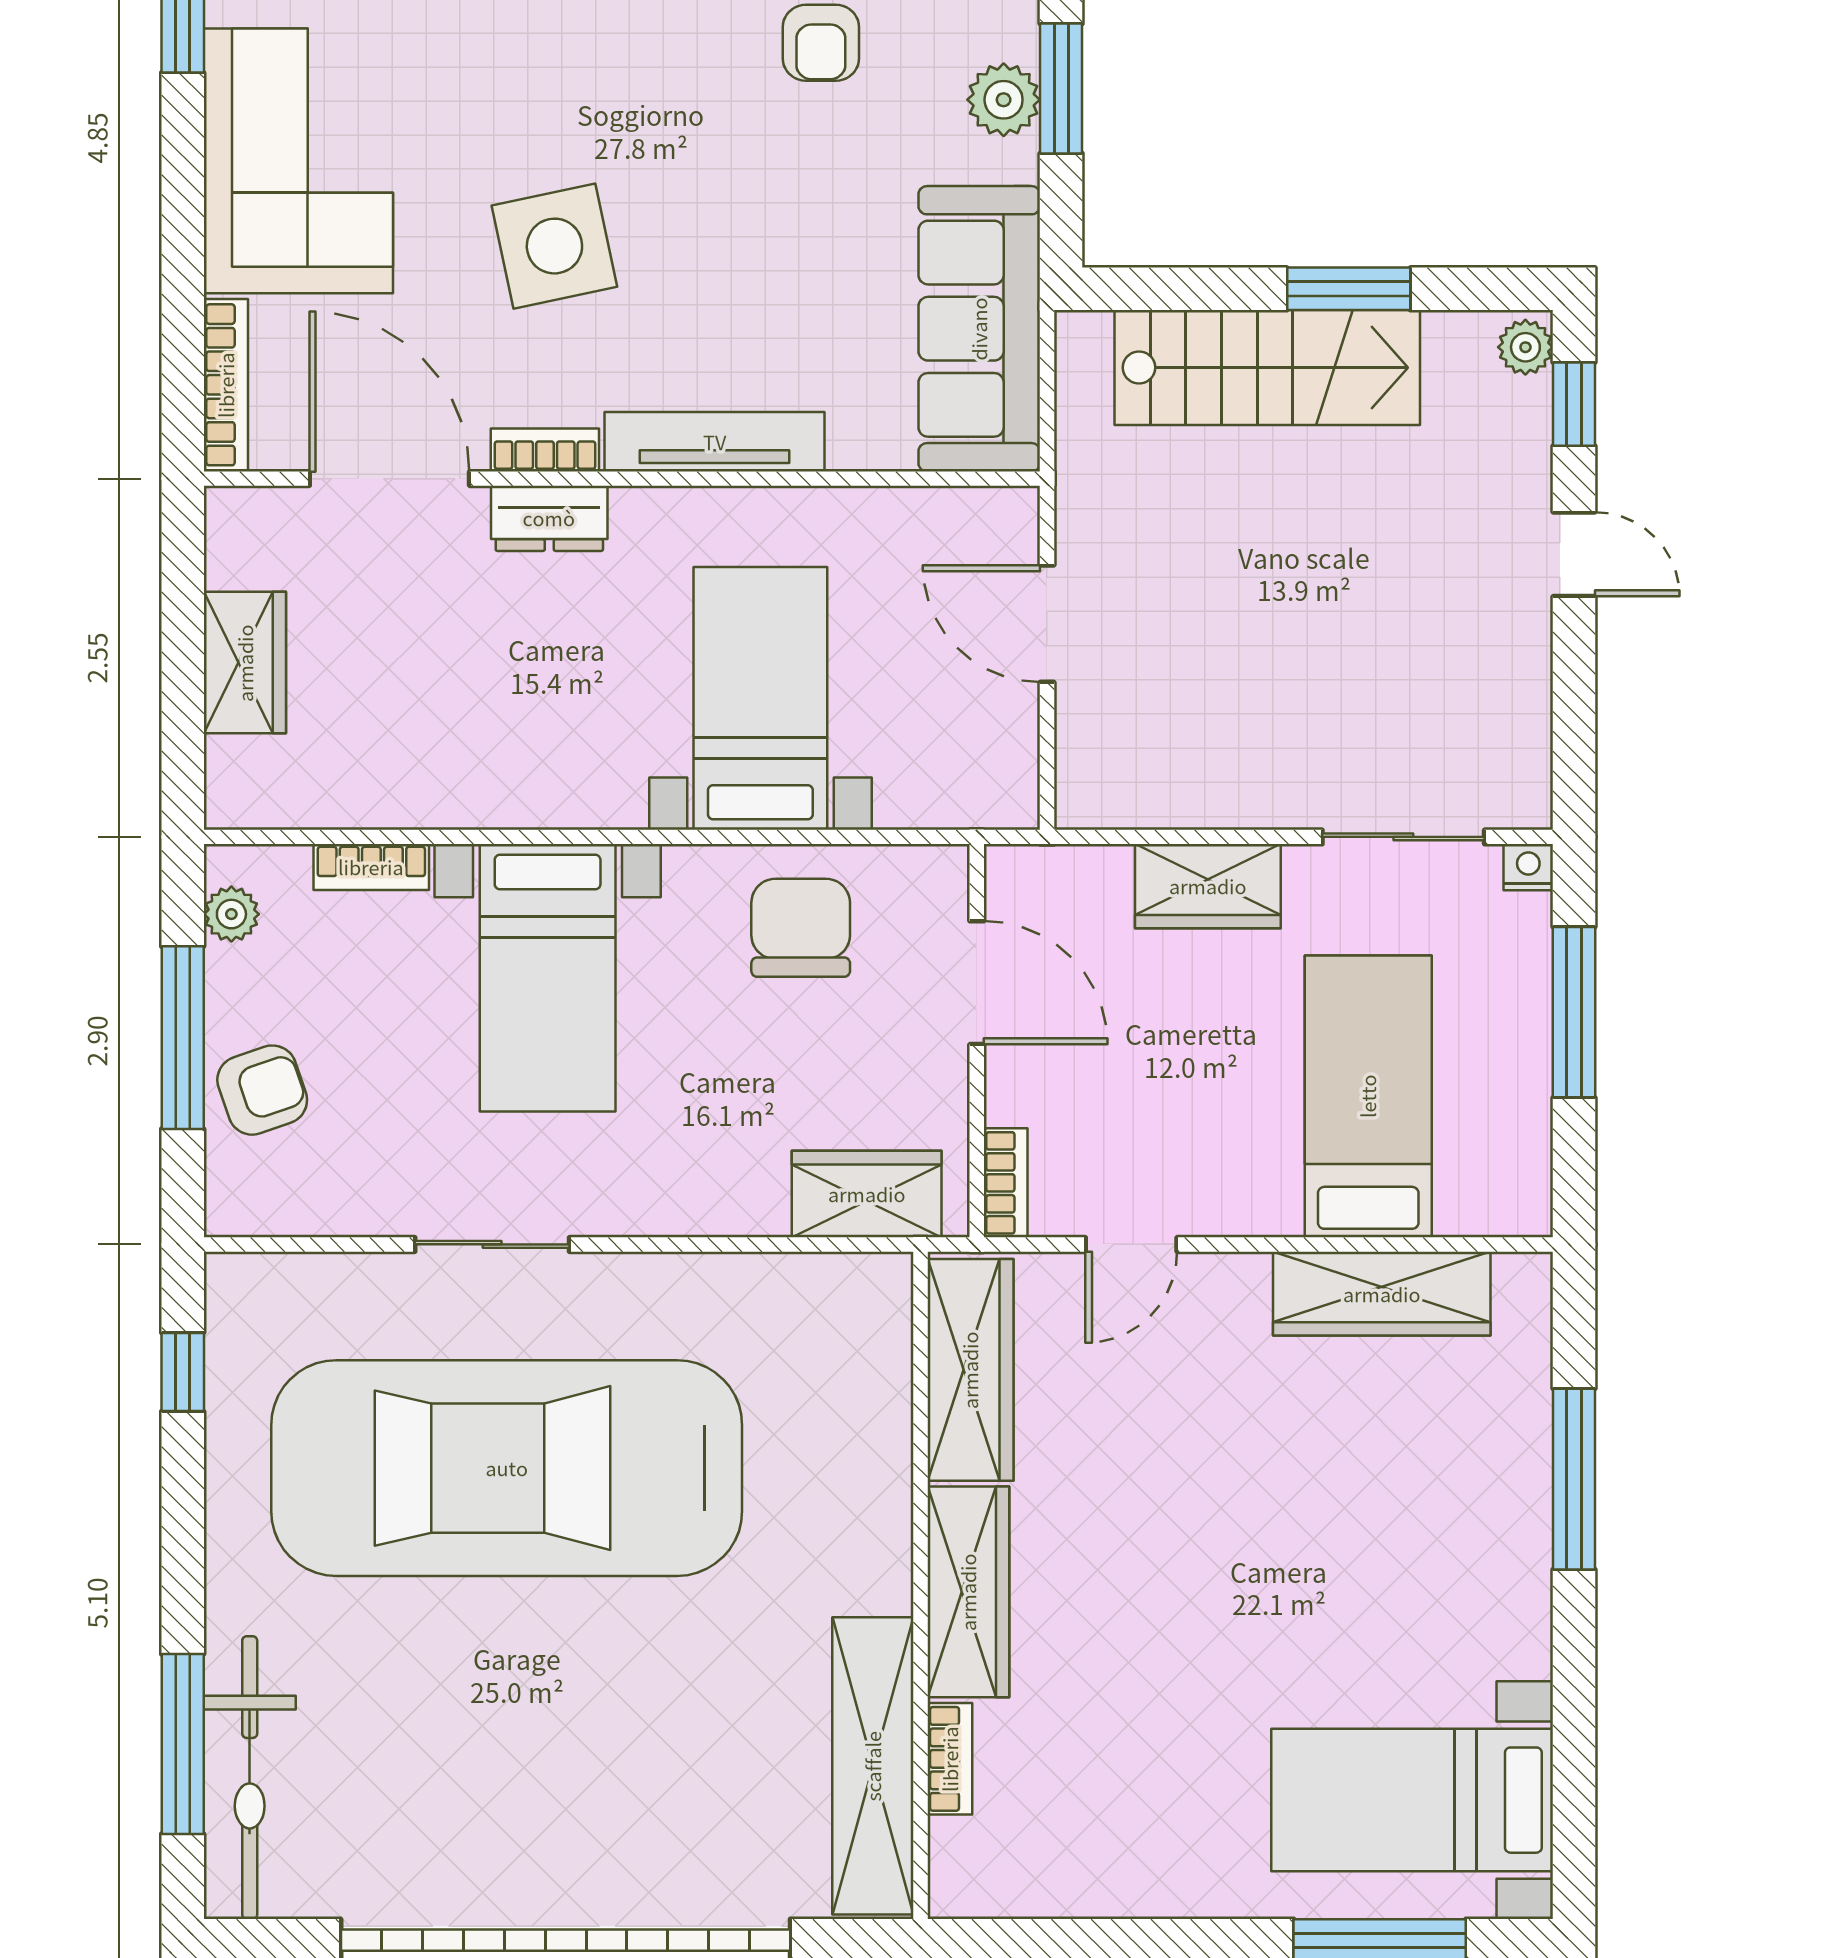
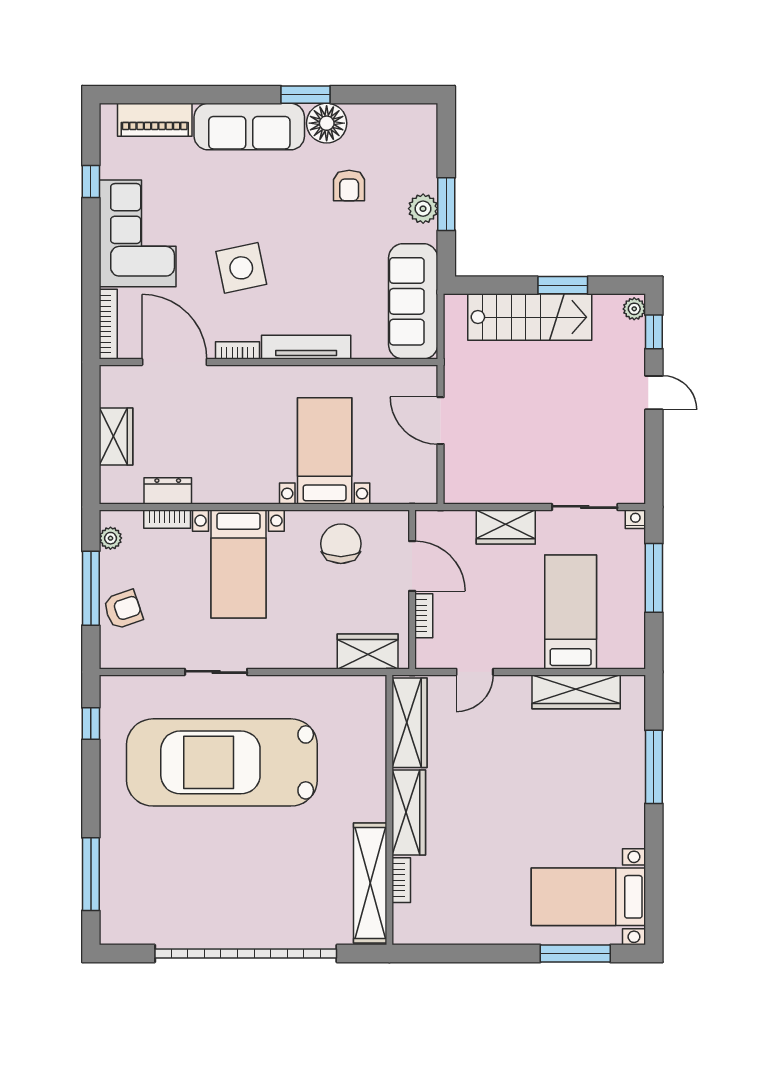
dresser: (549, 518) -> (168, 491), moved, turned 180
bookcase: (1006, 1183) -> (424, 616), moved
bicycle: (250, 1778) -> (118, 888), removed

